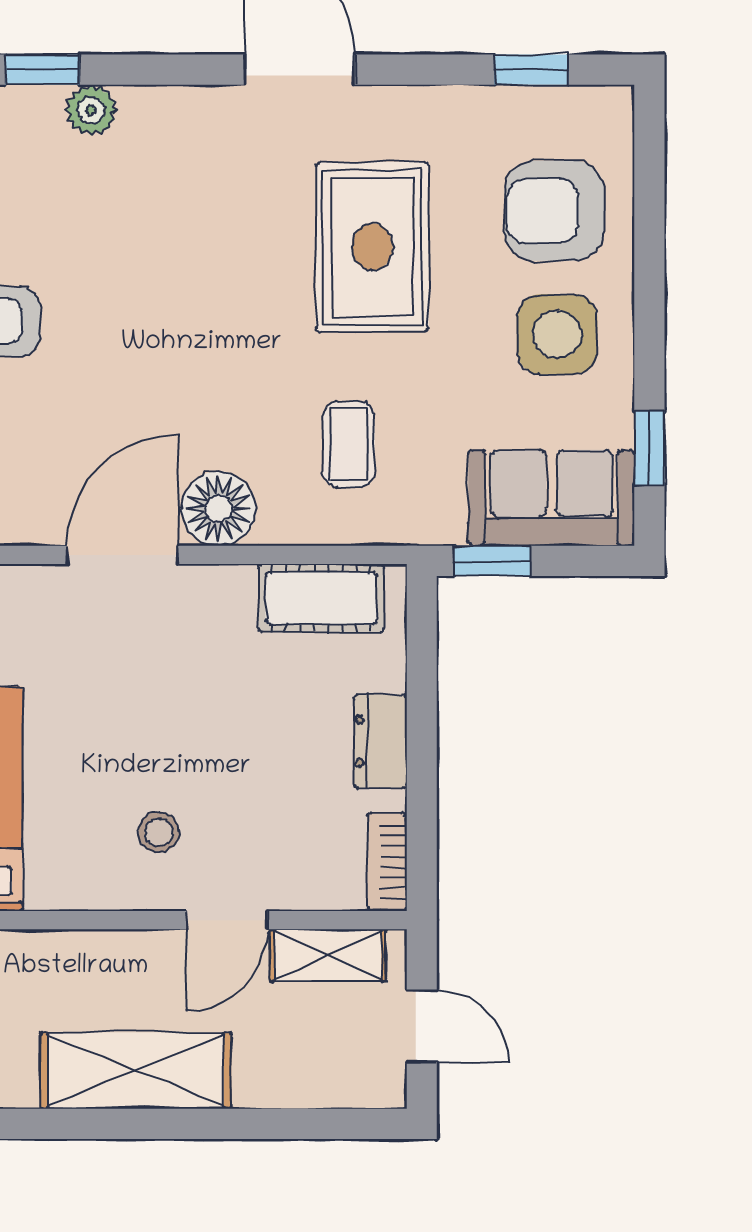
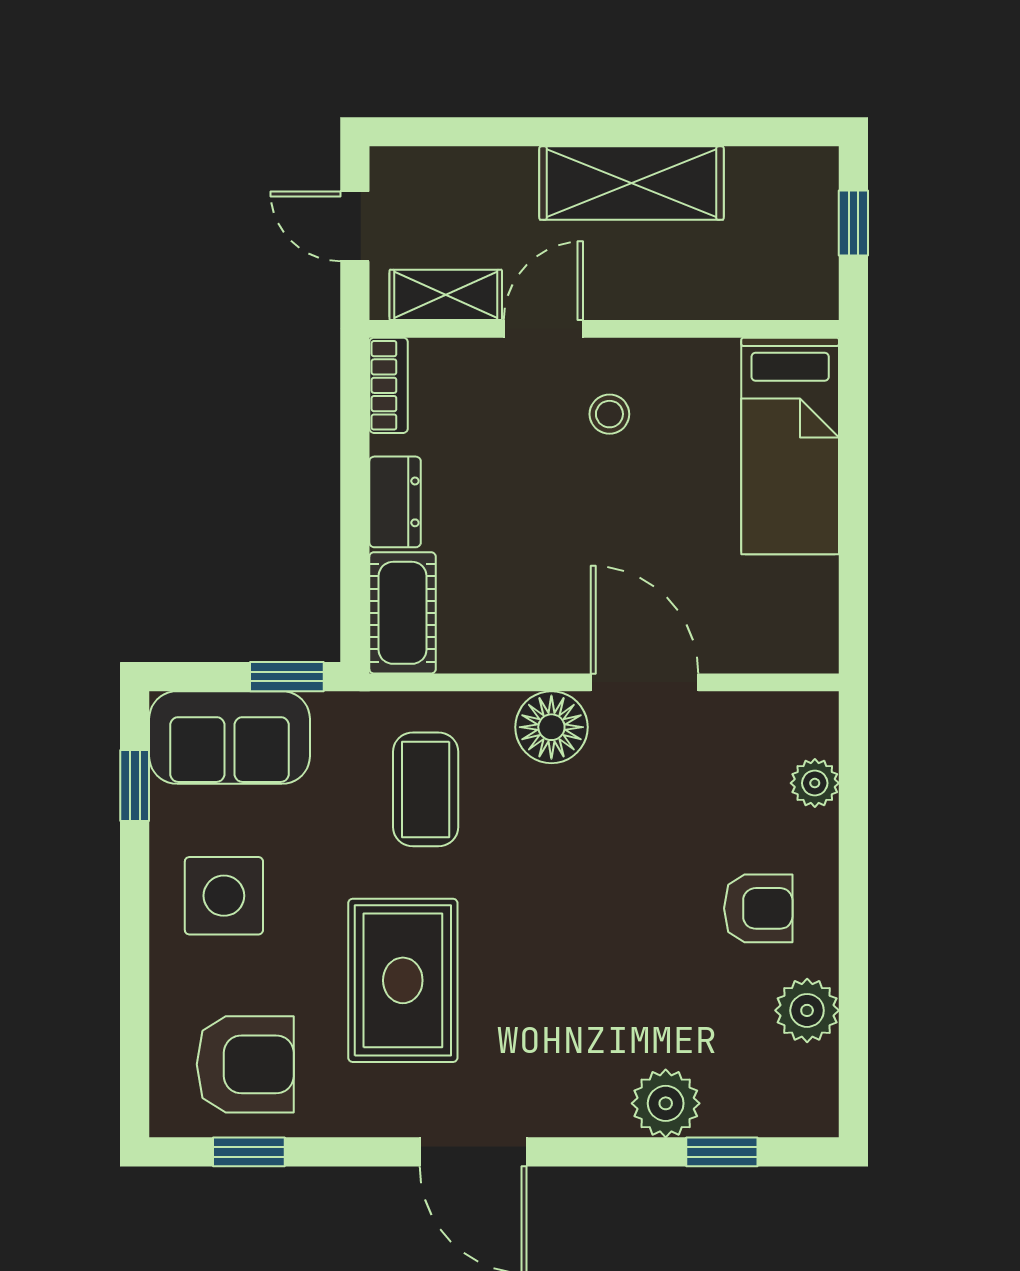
plant: (91, 110) -> (666, 1103), width x1.38, depth x1.38
armchair: (554, 211) -> (245, 1064), moved
coffee table: (349, 444) -> (426, 789), width x1.36, depth x1.30
door: (122, 555) -> (645, 682), swing flipped
cot: (321, 598) -> (403, 613), moved, turned 90

